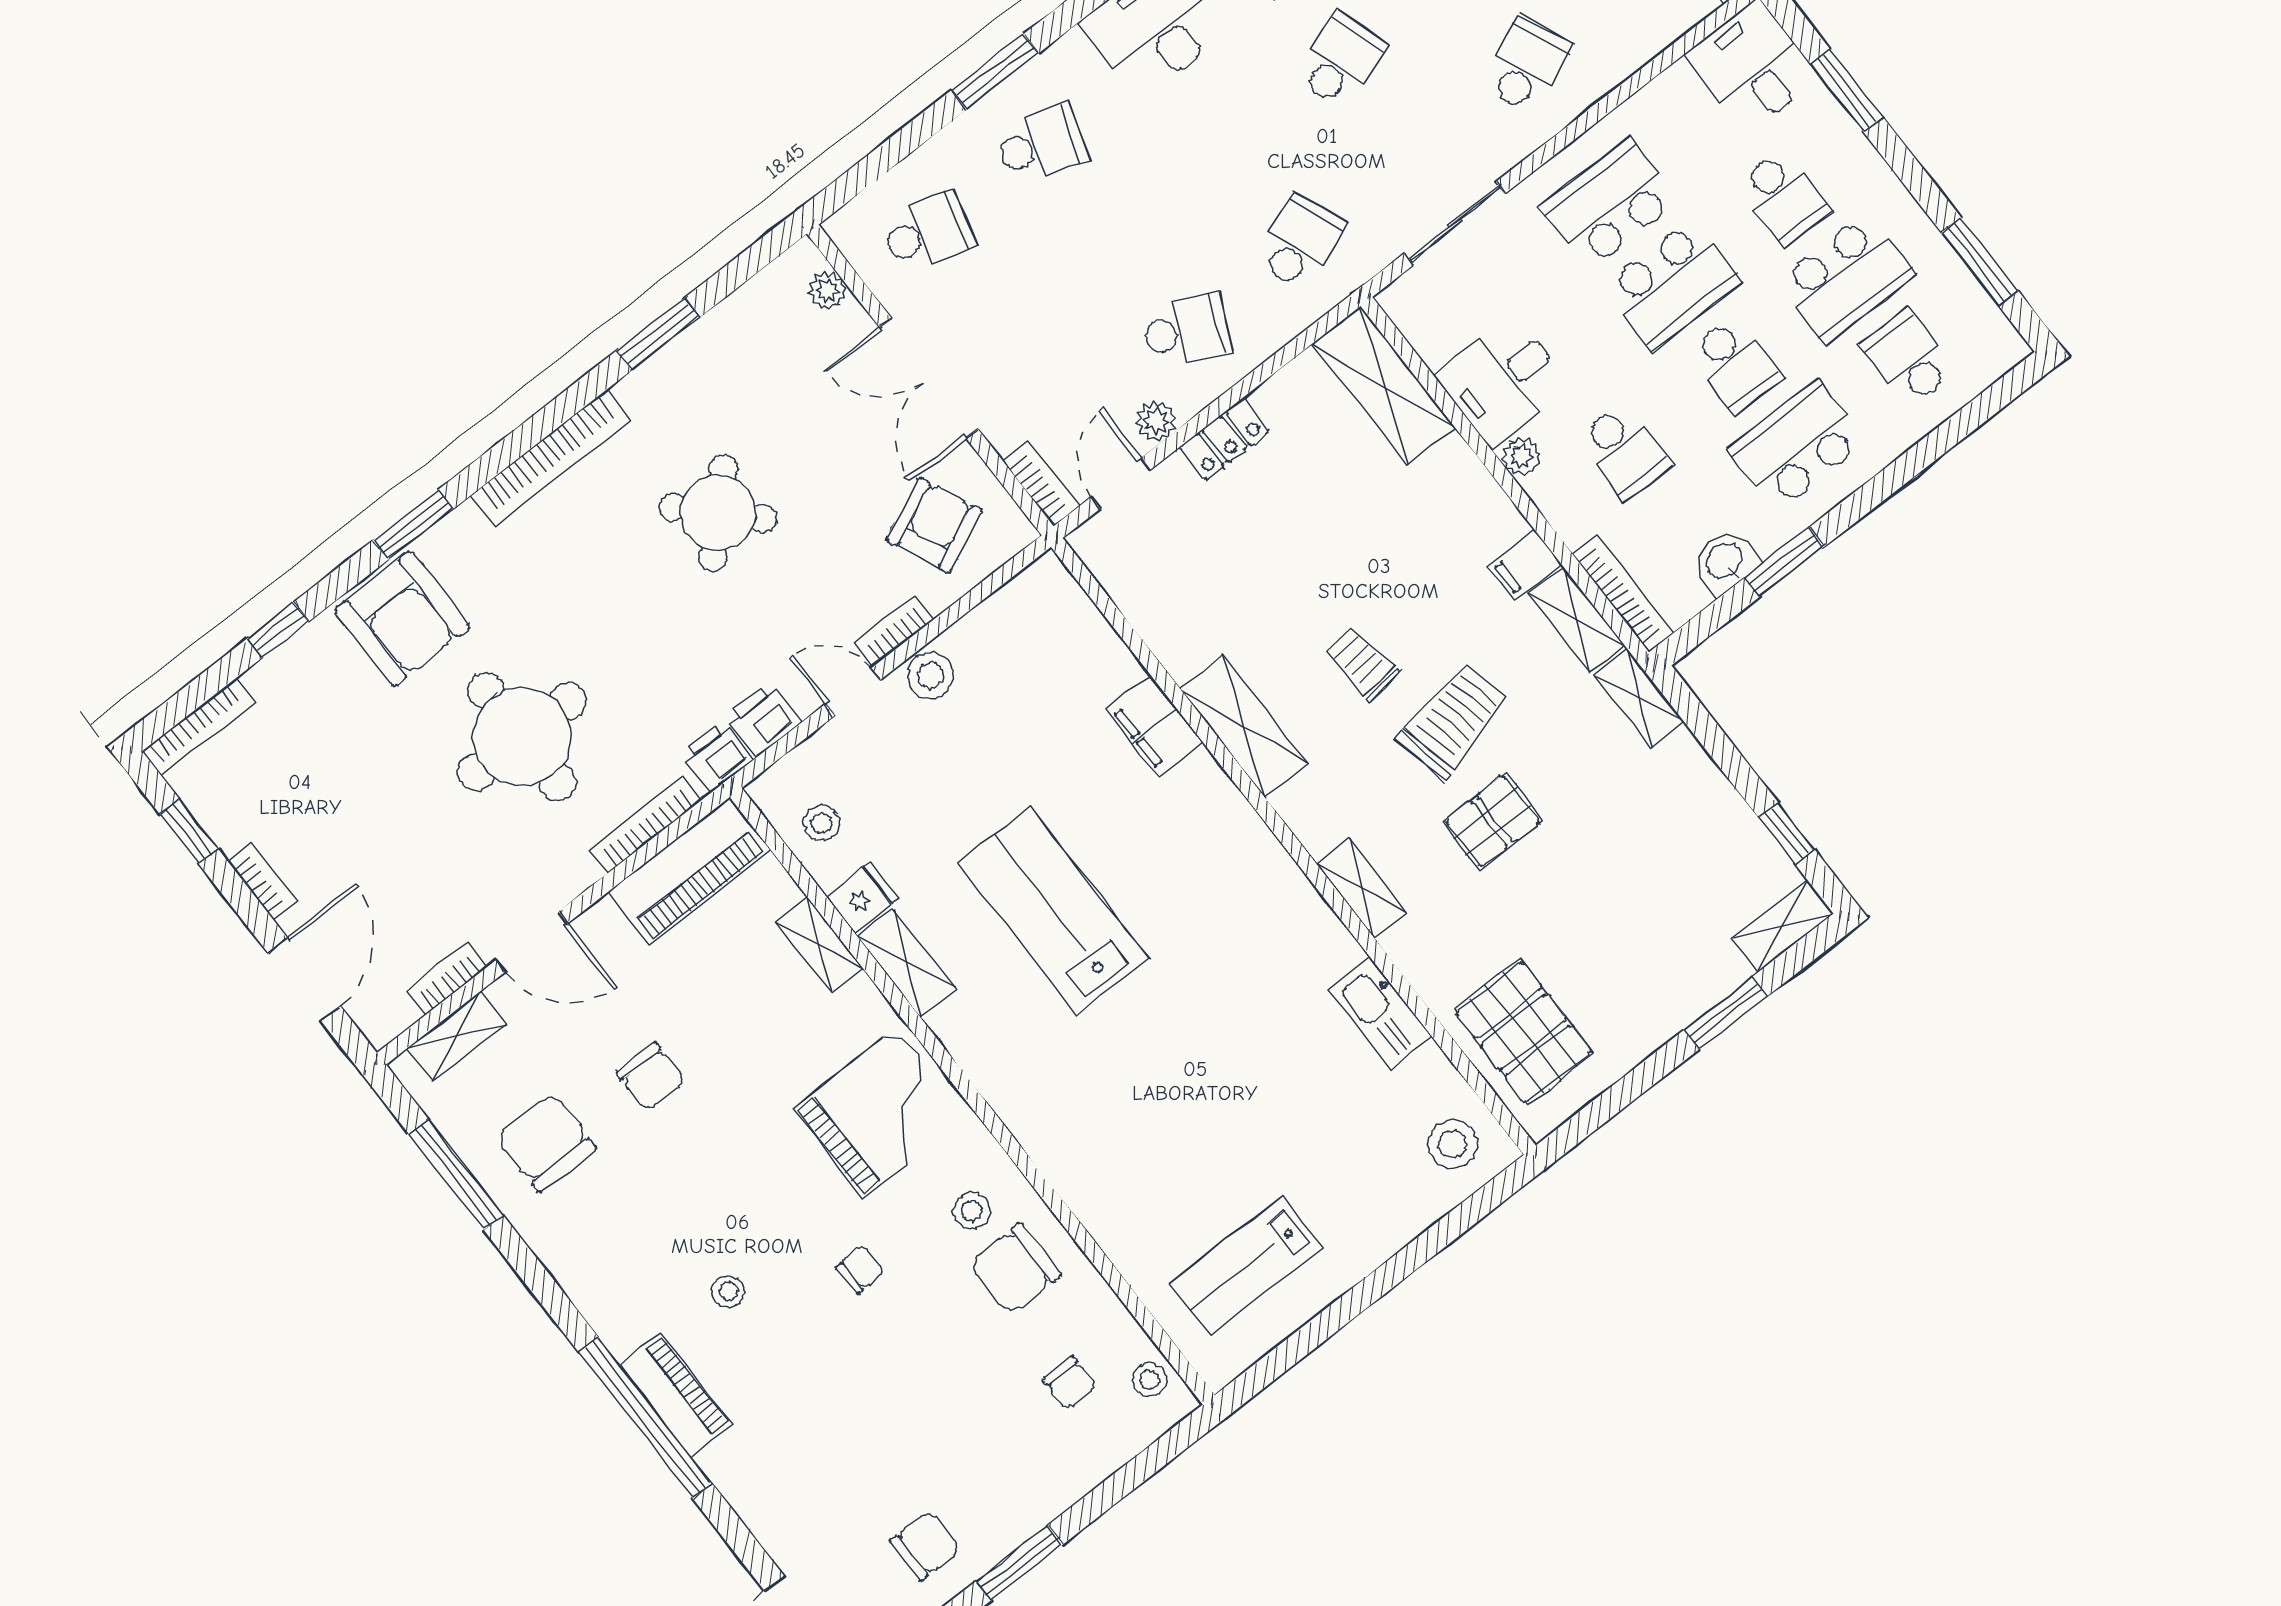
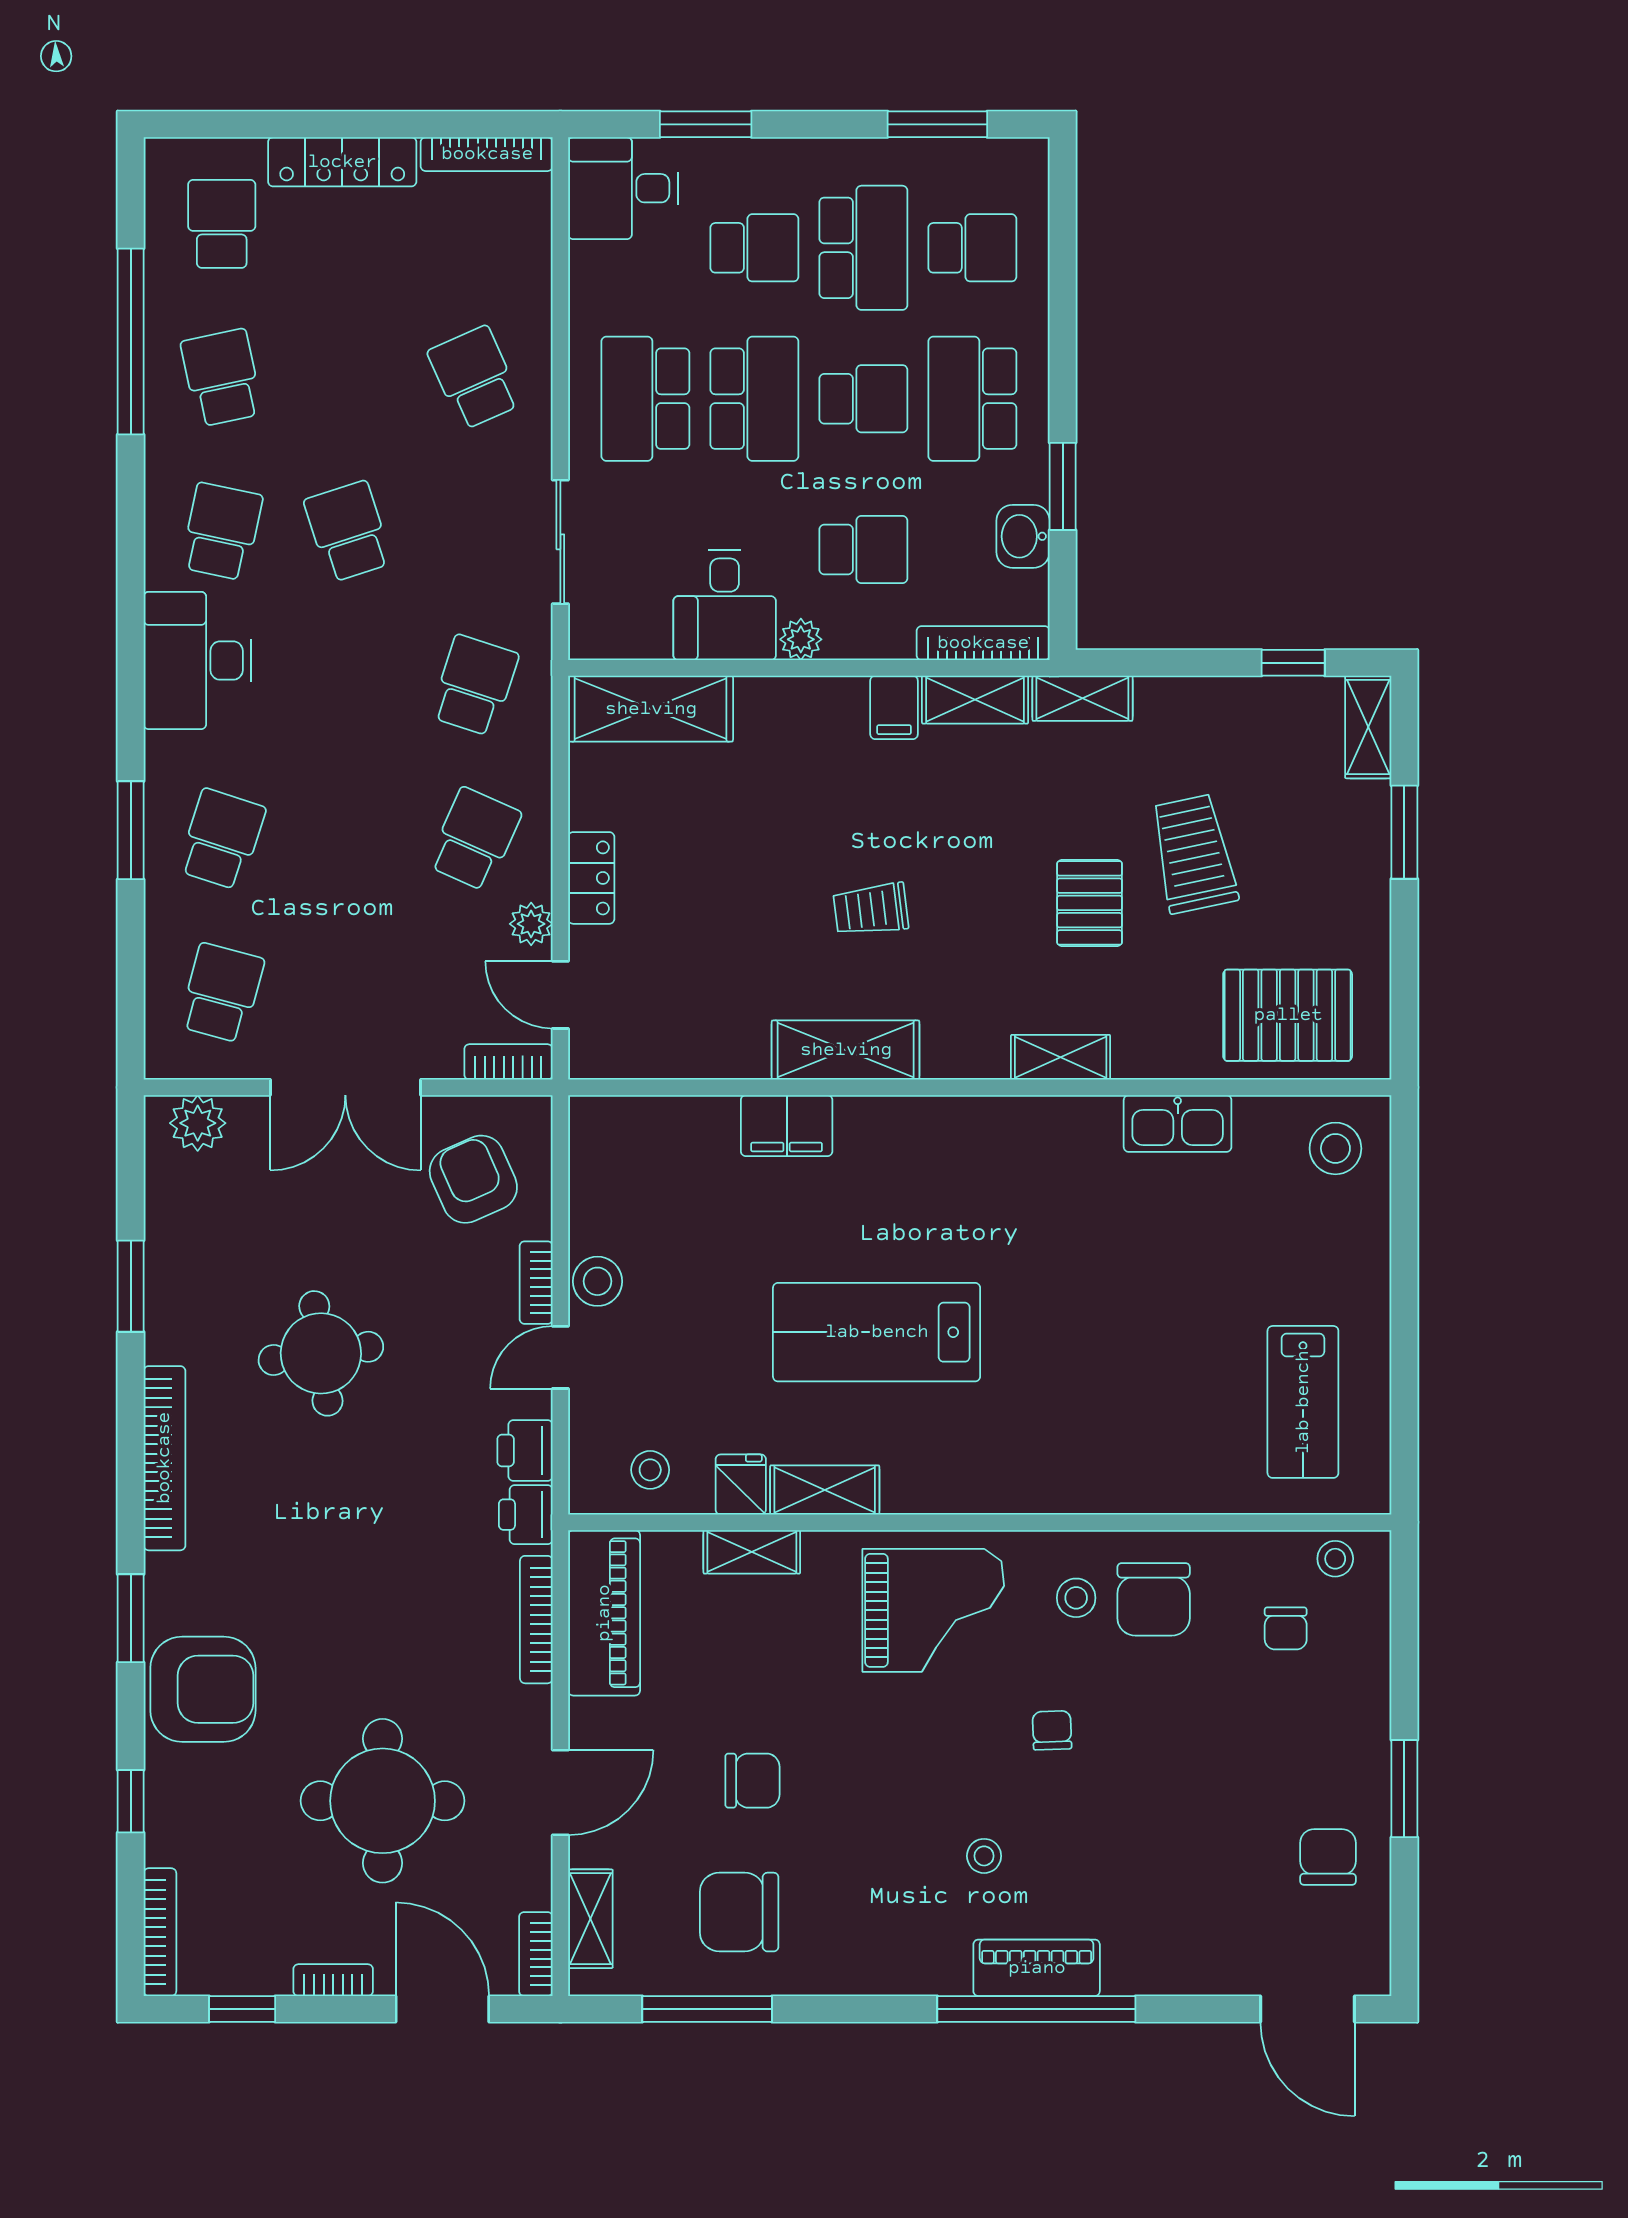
school desk: (1300, 242) -> (474, 685), turned 39
plant: (827, 291) -> (198, 1123), width x1.38, depth x1.38
school desk: (1909, 358) -> (972, 248), turned 180
round table: (718, 513) -> (321, 1353), turned 37
trolley: (1453, 721) -> (1194, 854), moved
round table: (522, 737) -> (383, 1801), moved
bookcase: (447, 979) -> (536, 1954), moved
grand piano: (880, 1113) -> (933, 1610), turned 90
chair: (1070, 1383) -> (1286, 1628), turned 90

